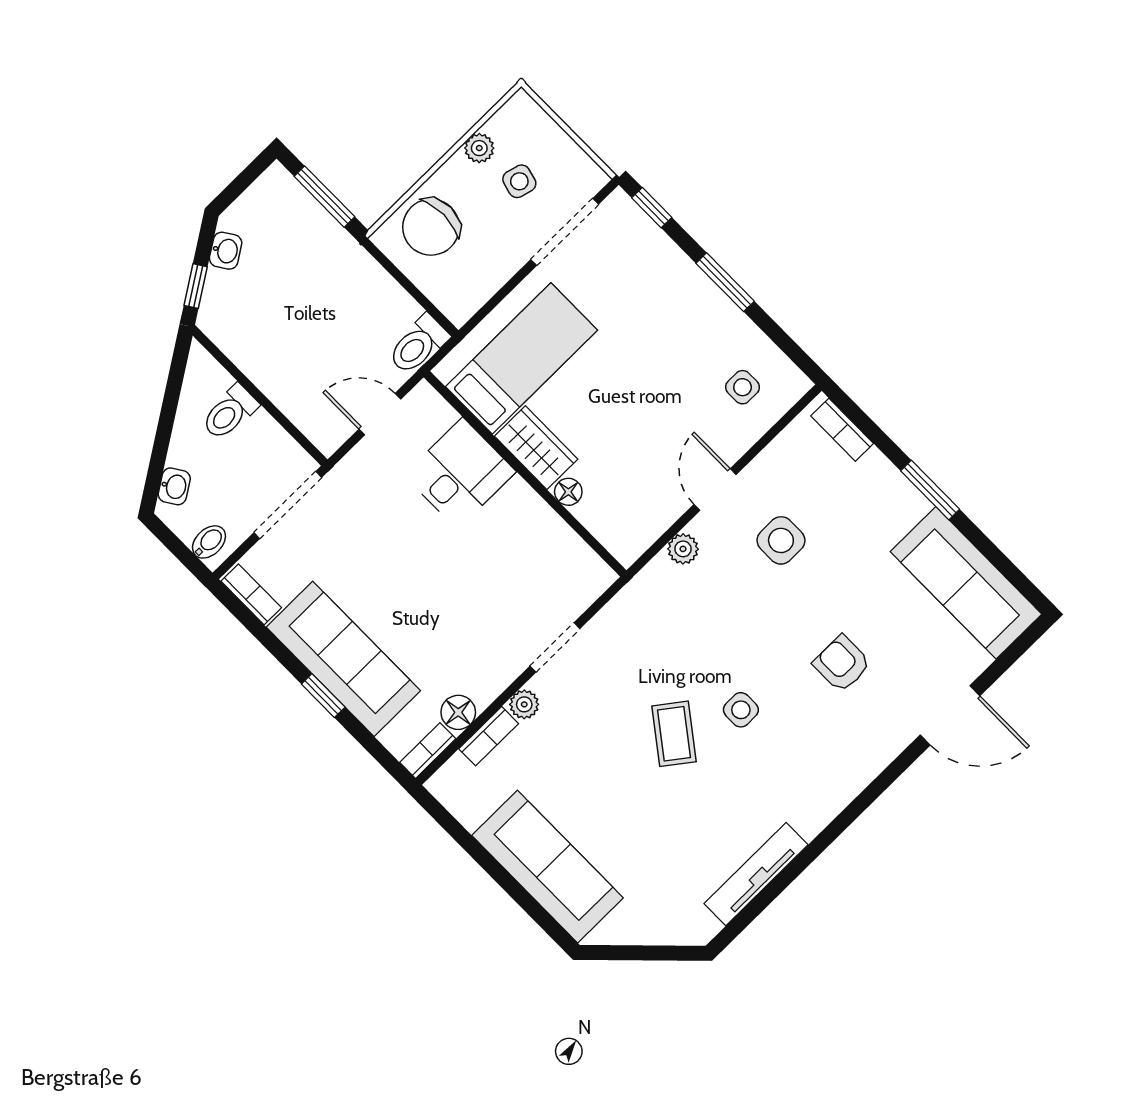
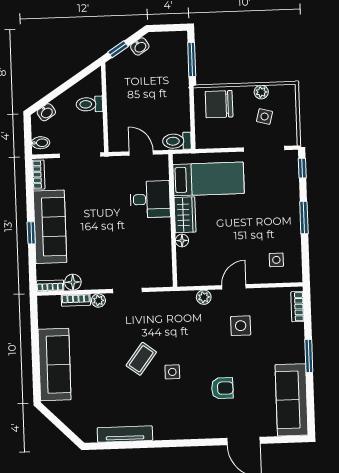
armchair: (842, 664) -> (222, 388), turned 90

